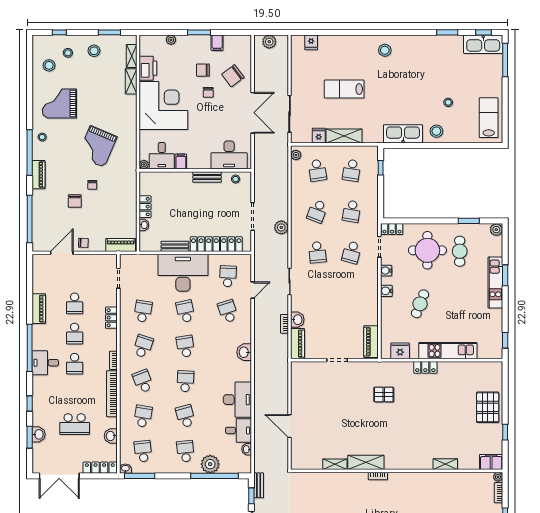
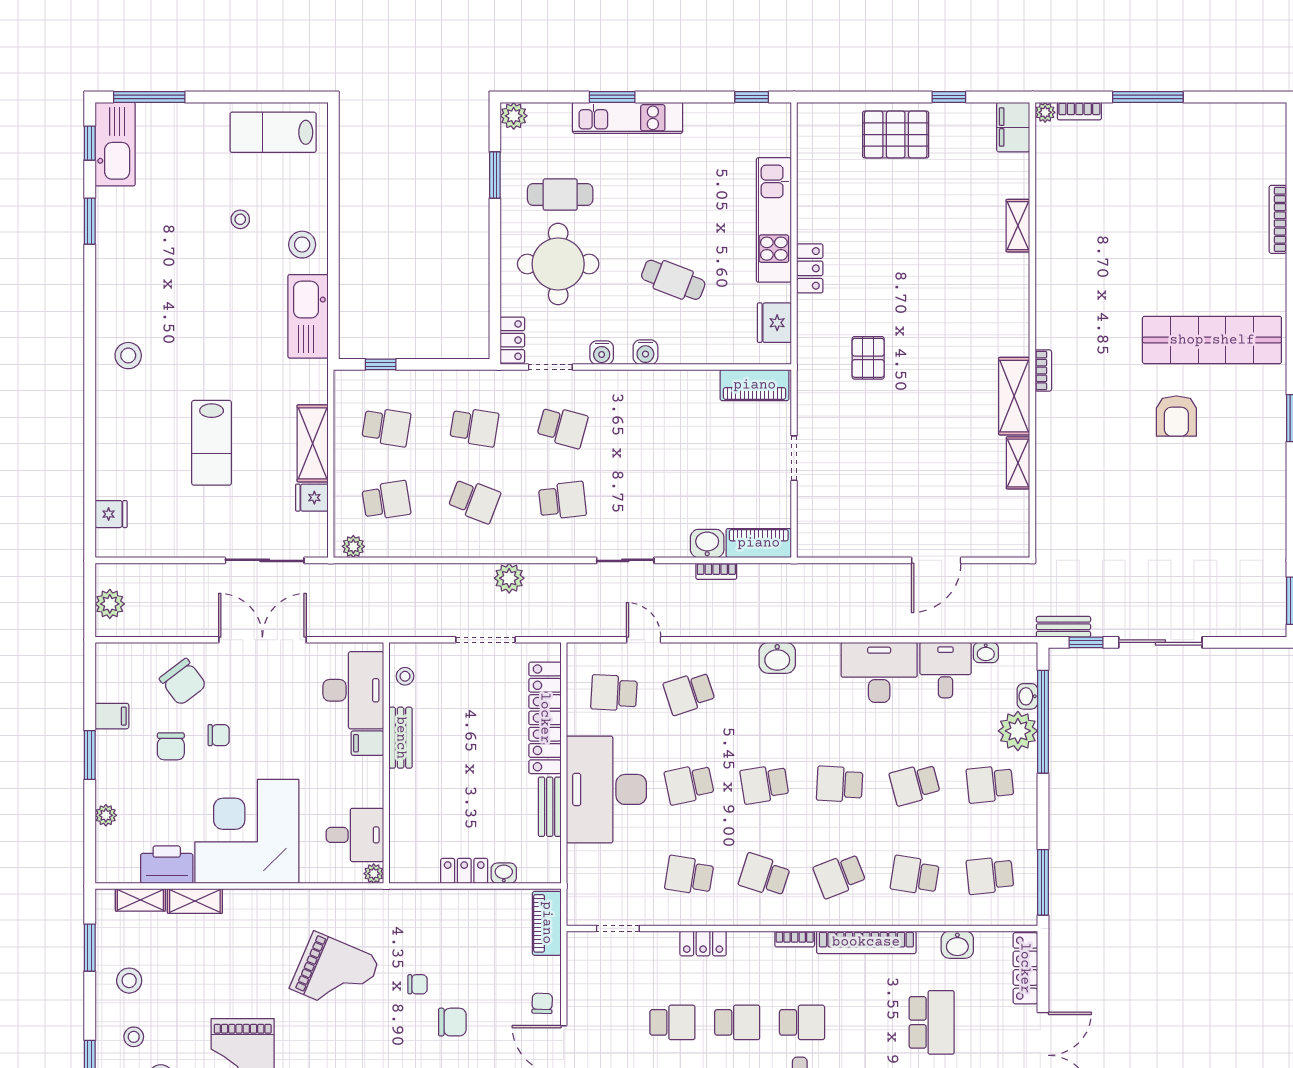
filing cabinet: (181, 162) -> (367, 743), moved
washbasin: (125, 469) -> (1027, 696), moved

